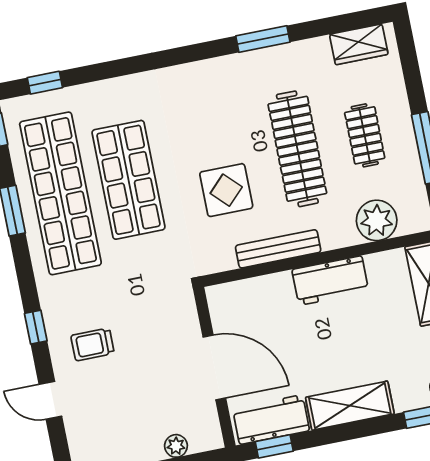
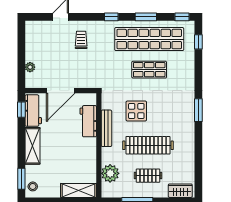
window: (263, 39) -> (198, 110), moved
wardrobe: (359, 44) -> (180, 191), moved, turned 90
shop shelf: (128, 180) -> (149, 70), width x0.70, depth x0.74
workbench: (330, 281) -> (88, 121), moved
window: (36, 327) -> (111, 17), moved

